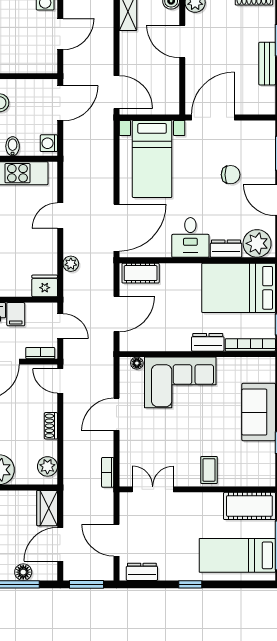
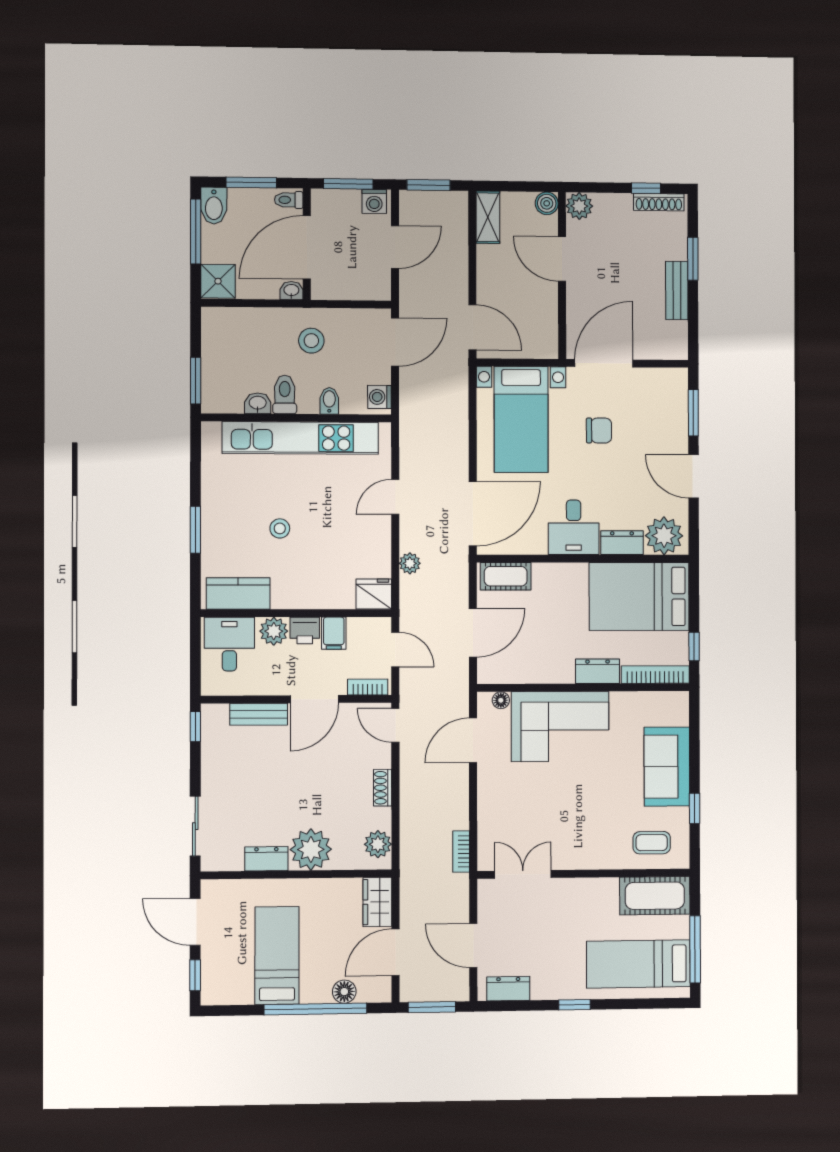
chair: (231, 175) -> (599, 431), moved
door: (117, 414) -> (473, 740), moved
coffee table: (209, 470) -> (652, 843), moved, turned 90

